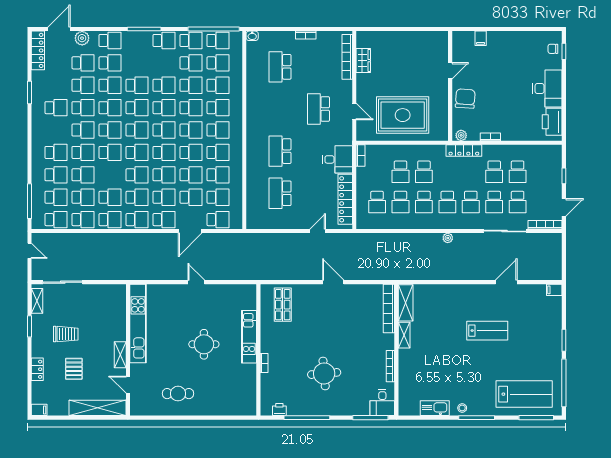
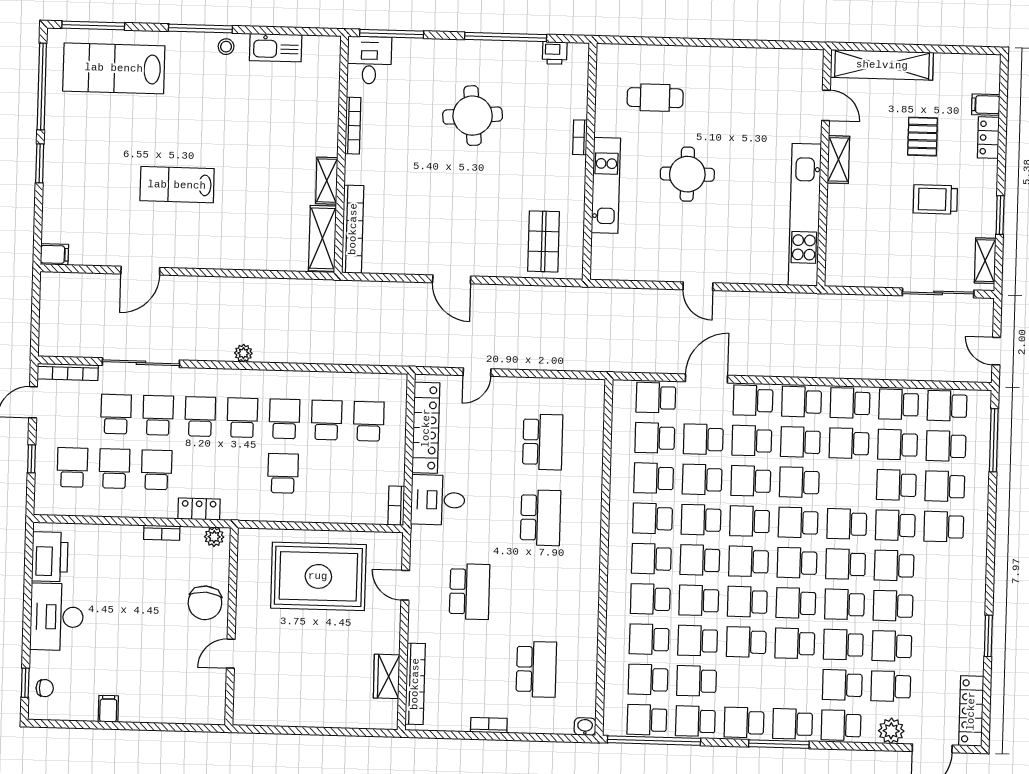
filing cabinet: (481, 38) -> (108, 709), moved
school desk: (56, 108) -> (793, 724), moved
locker: (464, 151) -> (199, 509), width x0.66
school desk: (400, 172) -> (72, 467), moved
cafe table: (178, 394) -> (655, 98), moved
filing cabinet: (39, 410) -> (986, 105), moved

